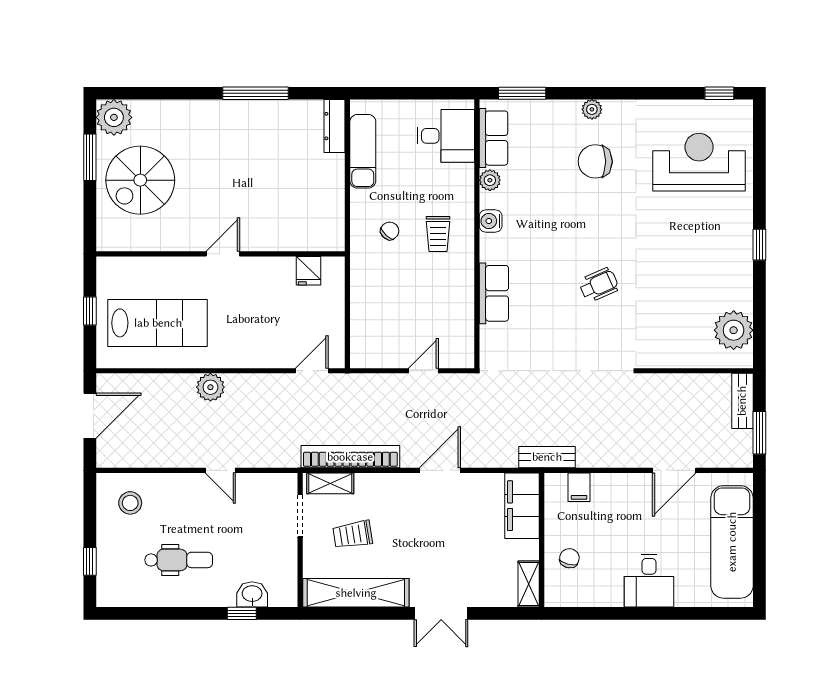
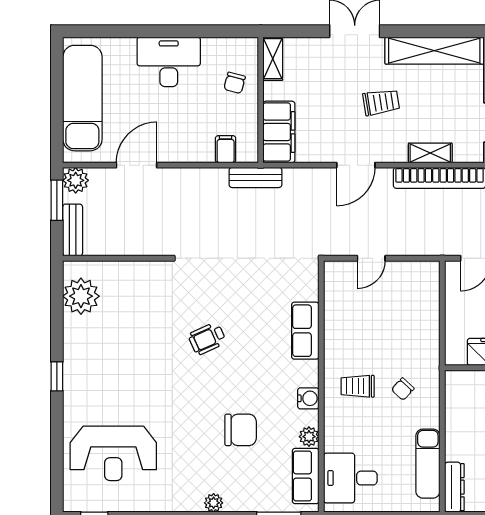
chair: (595, 161) -> (241, 430), moved
trolley: (438, 234) -> (358, 386), turned -90
plant: (739, 454) -> (76, 180), added
shelving: (330, 483) -> (430, 153), moved
trolley: (353, 535) -> (381, 102), moved
desk: (649, 581) -> (169, 62), width x1.37

